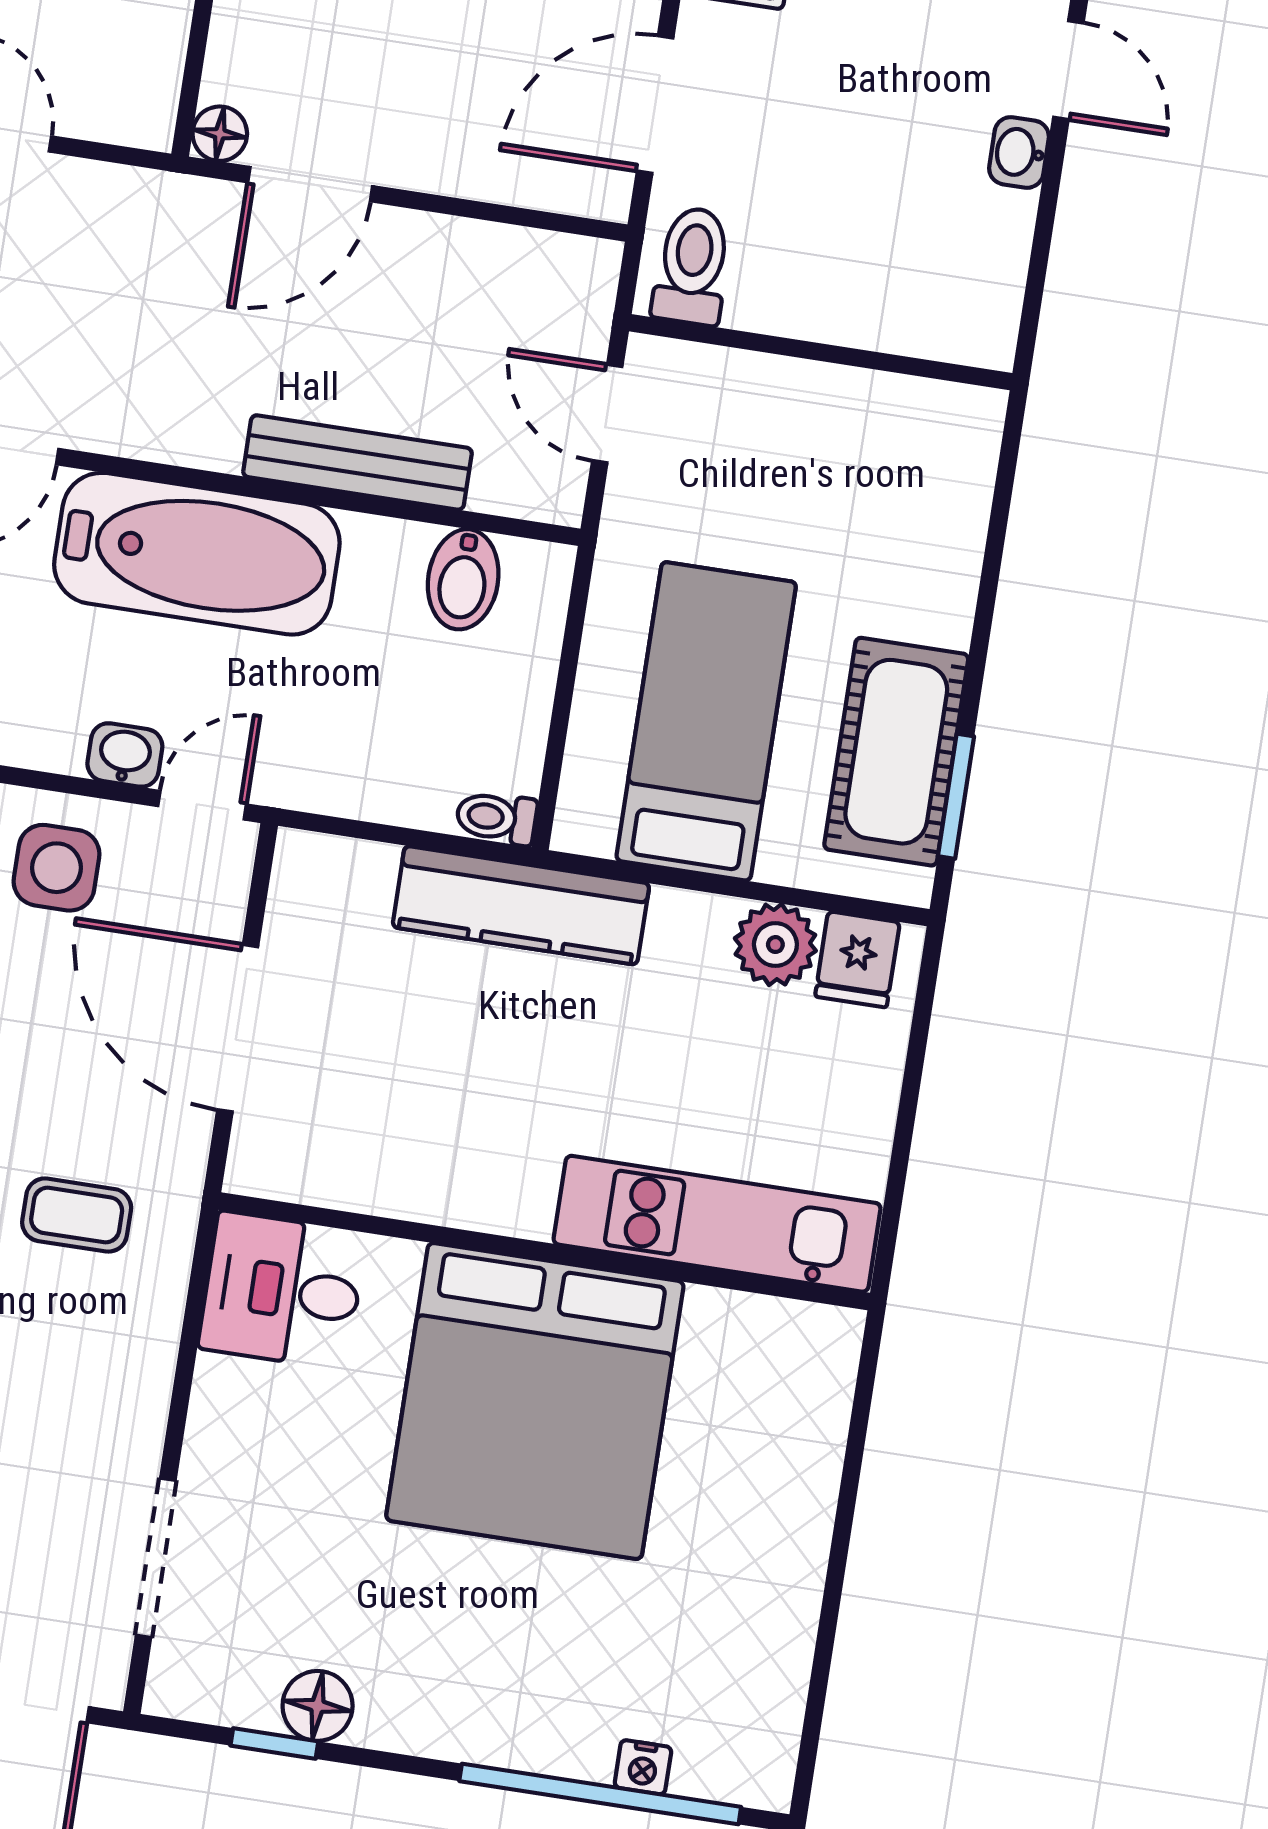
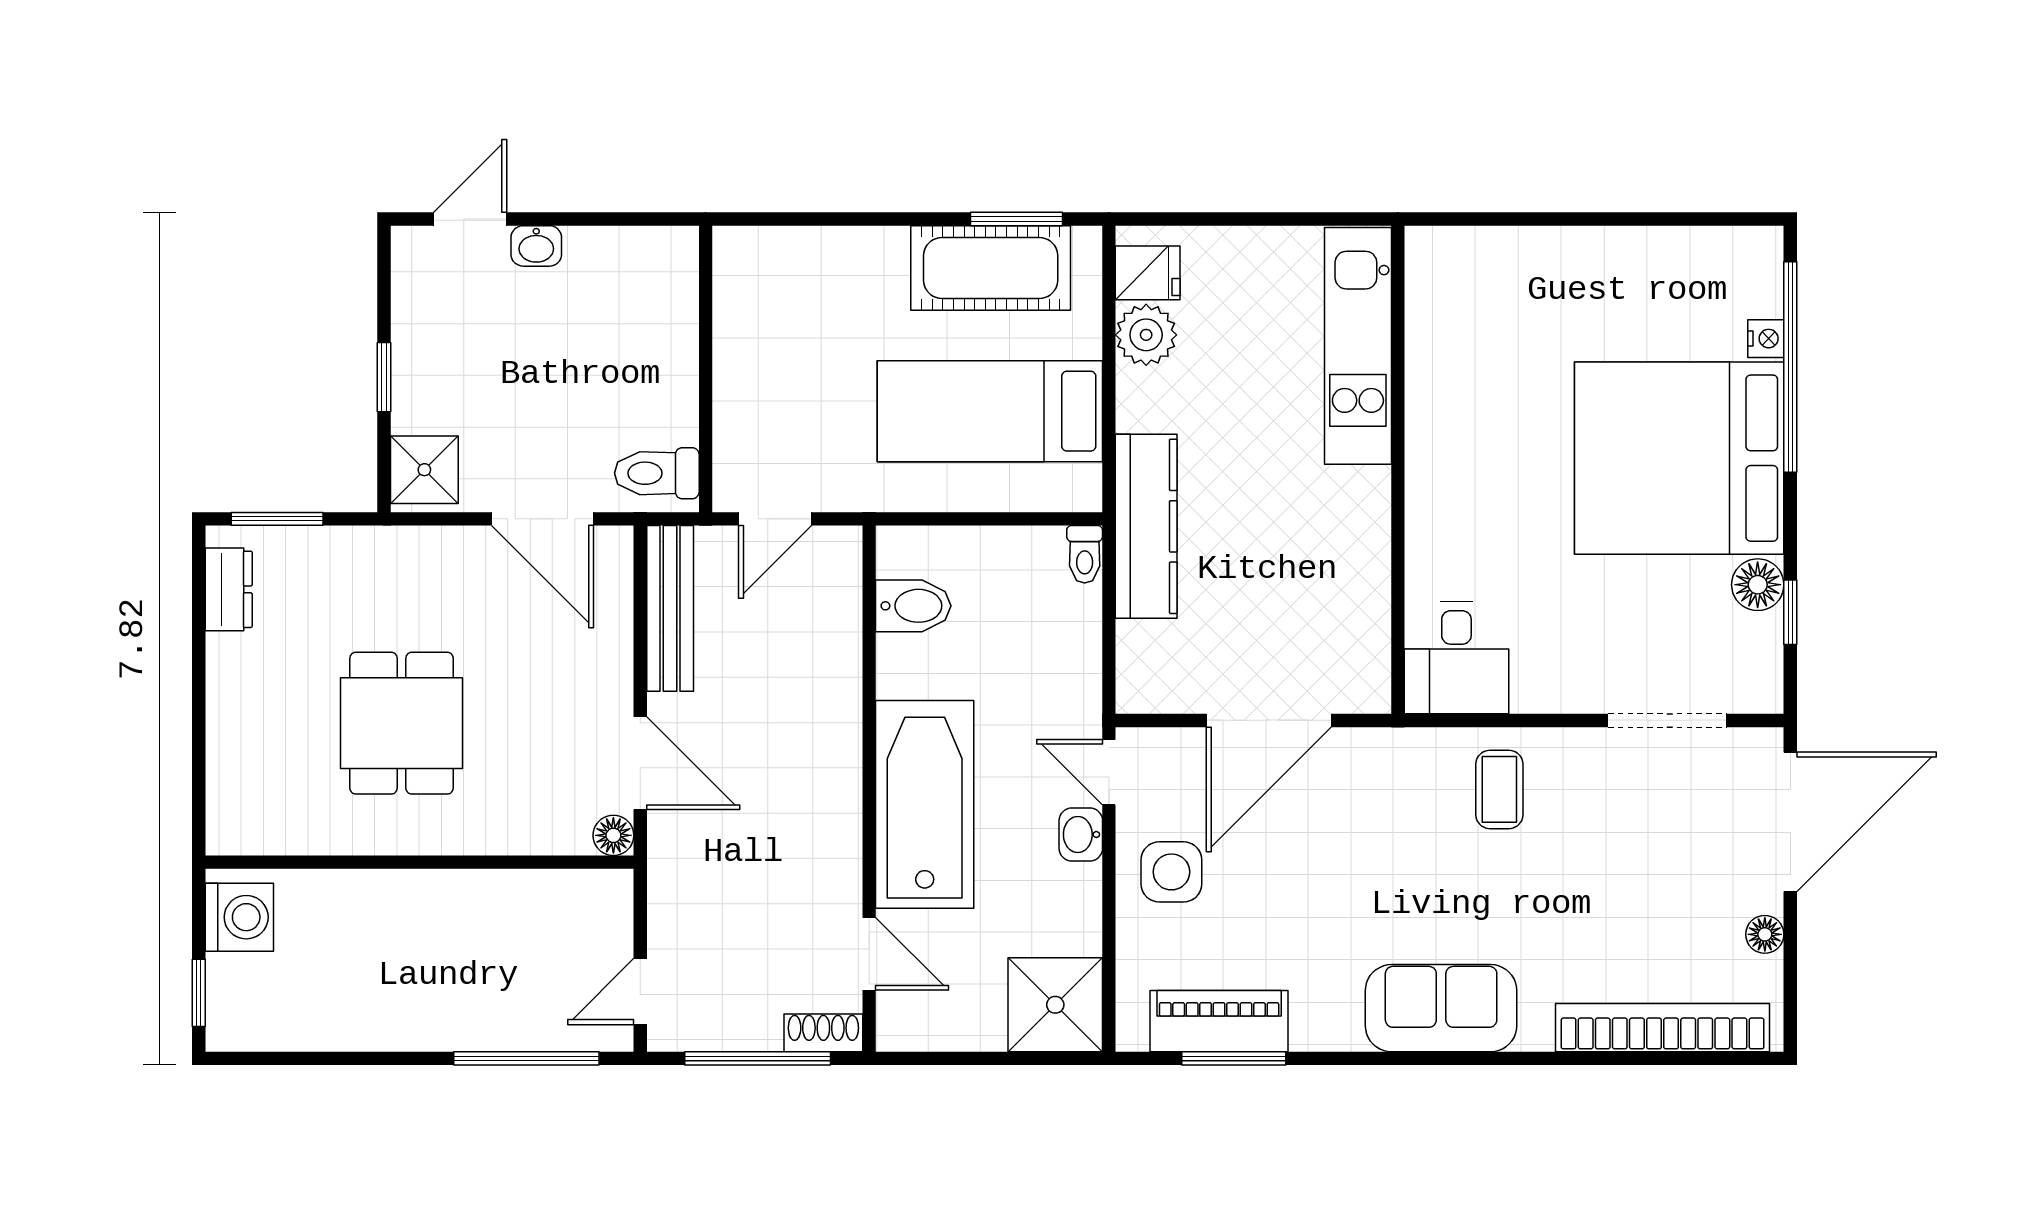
bench: (357, 462) -> (670, 608), moved
coffee table: (77, 1215) -> (1499, 789), moved
bed: (535, 1401) -> (1679, 458), moved, turned 180

